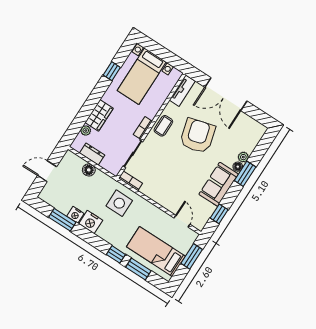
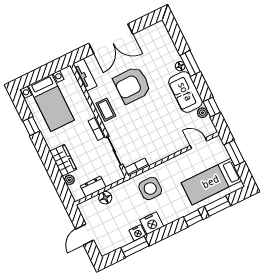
armchair: (198, 136) -> (132, 85), turned -75
plant: (243, 157) -> (202, 113), moved

